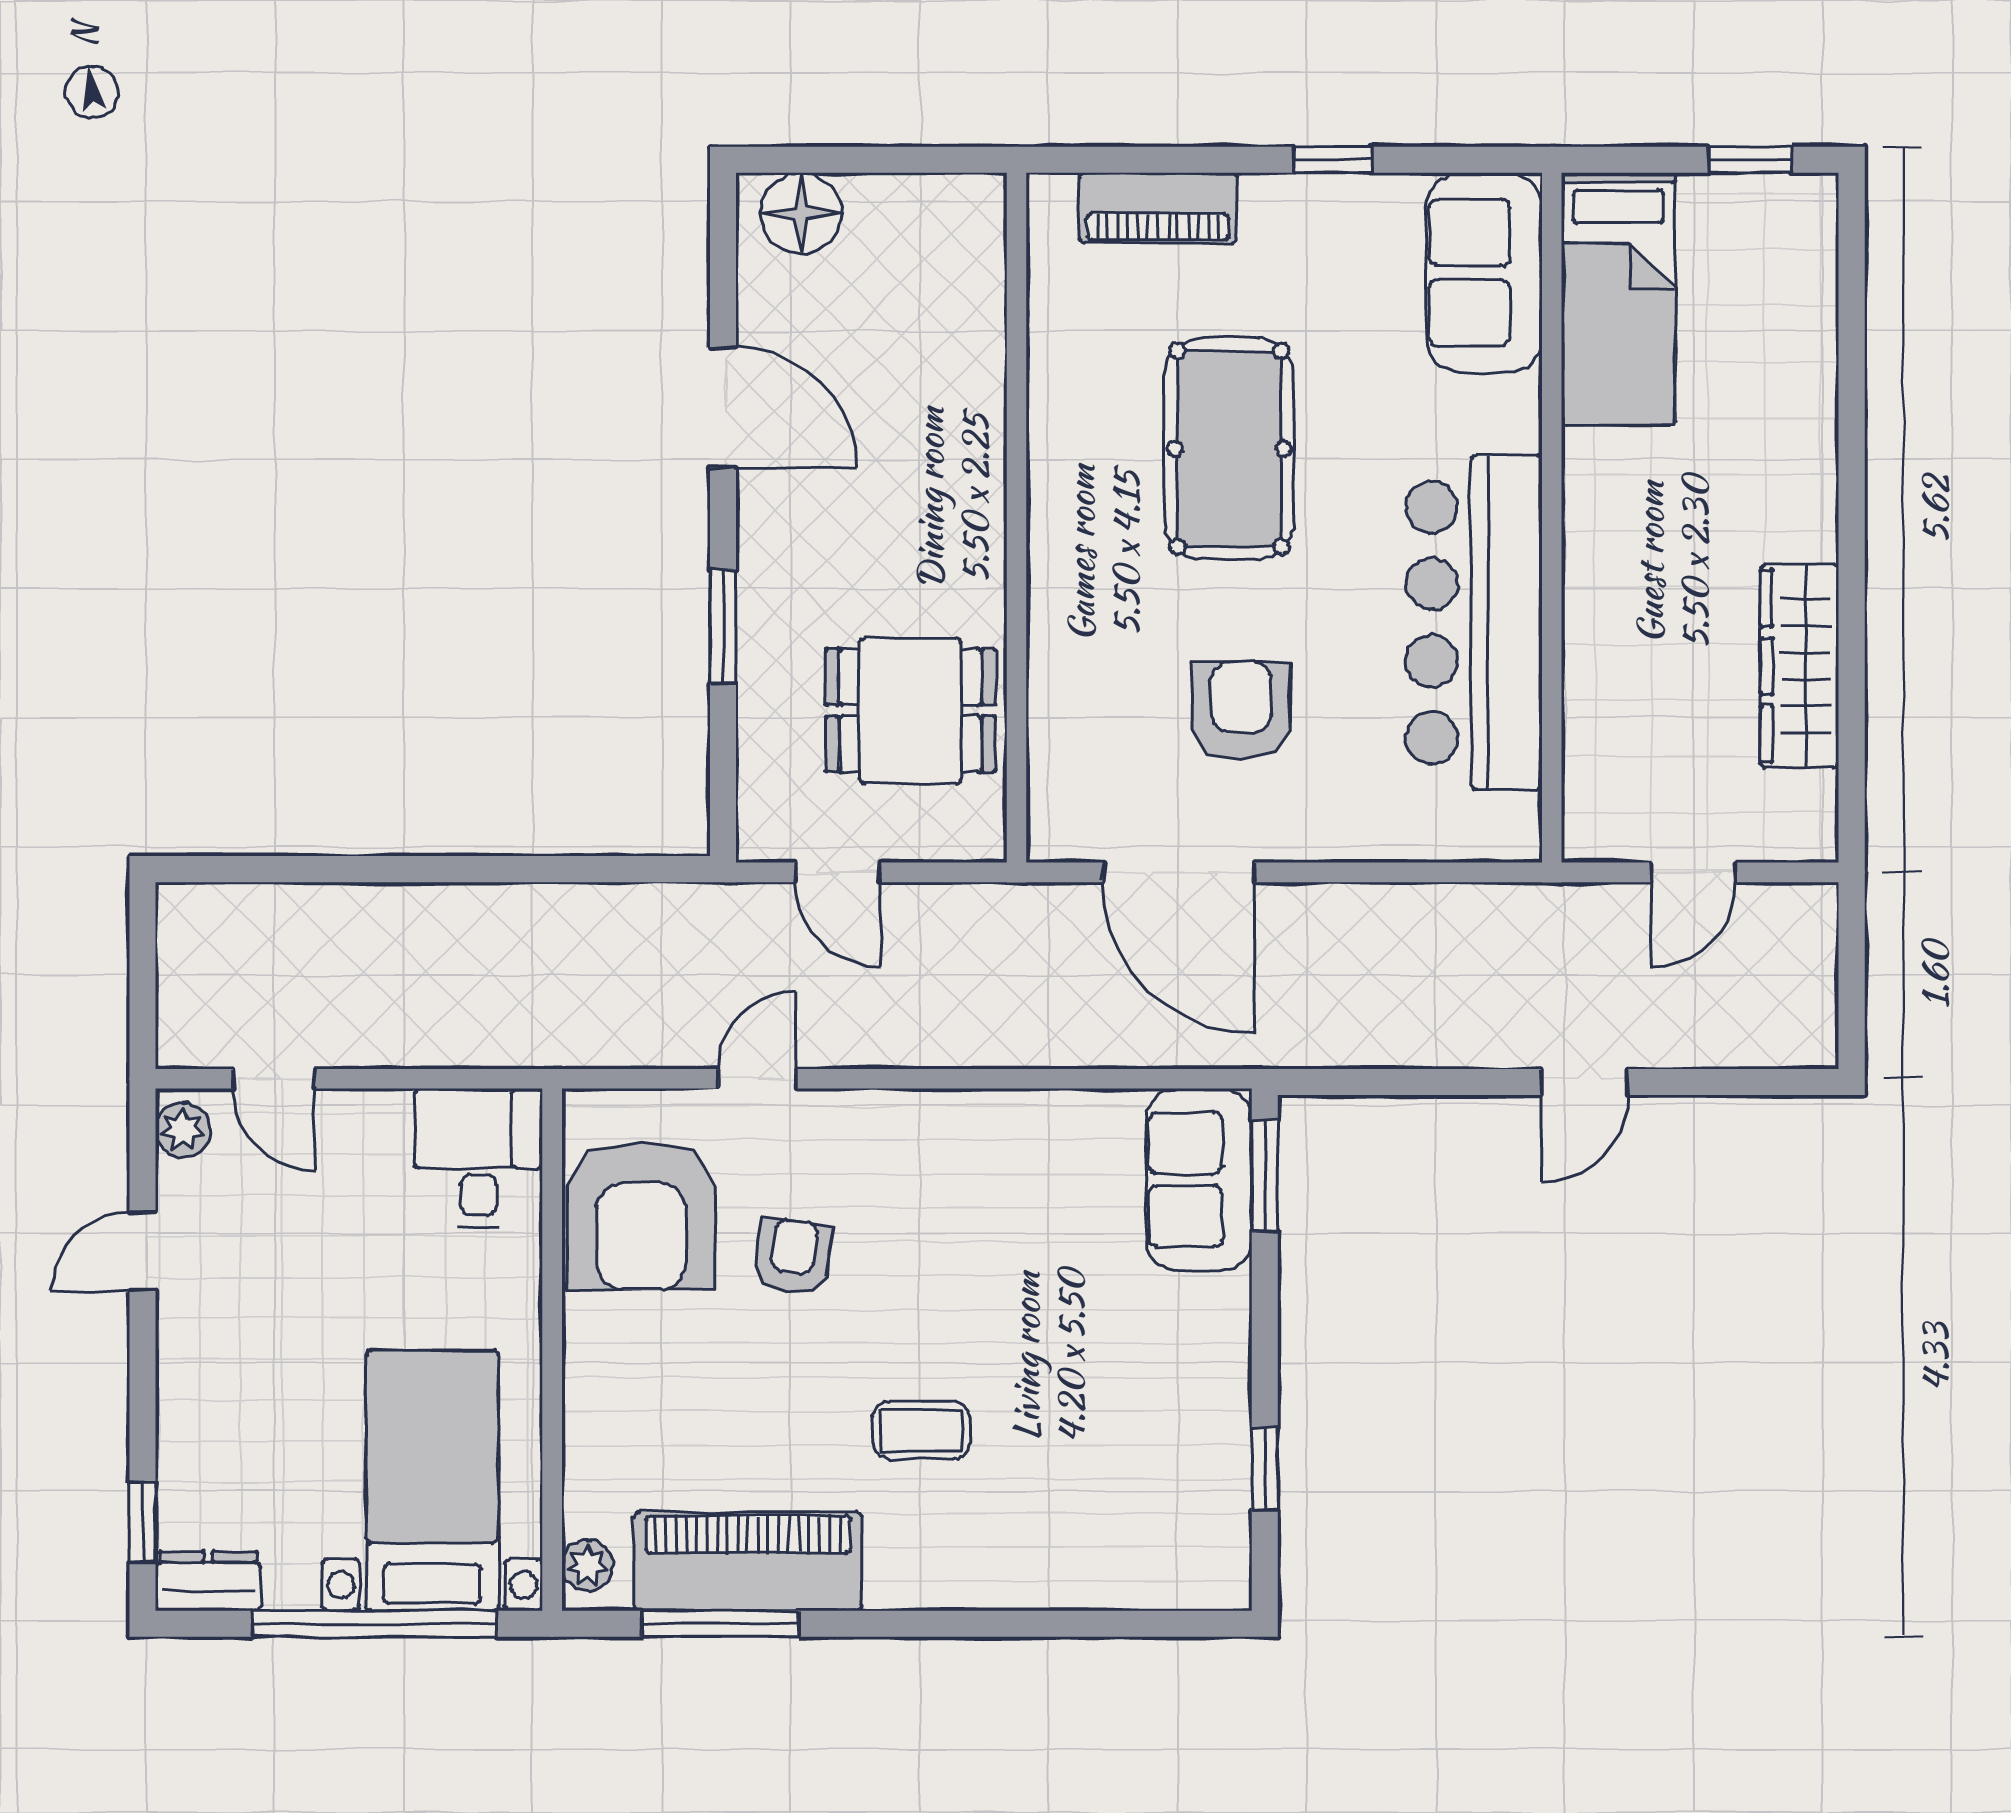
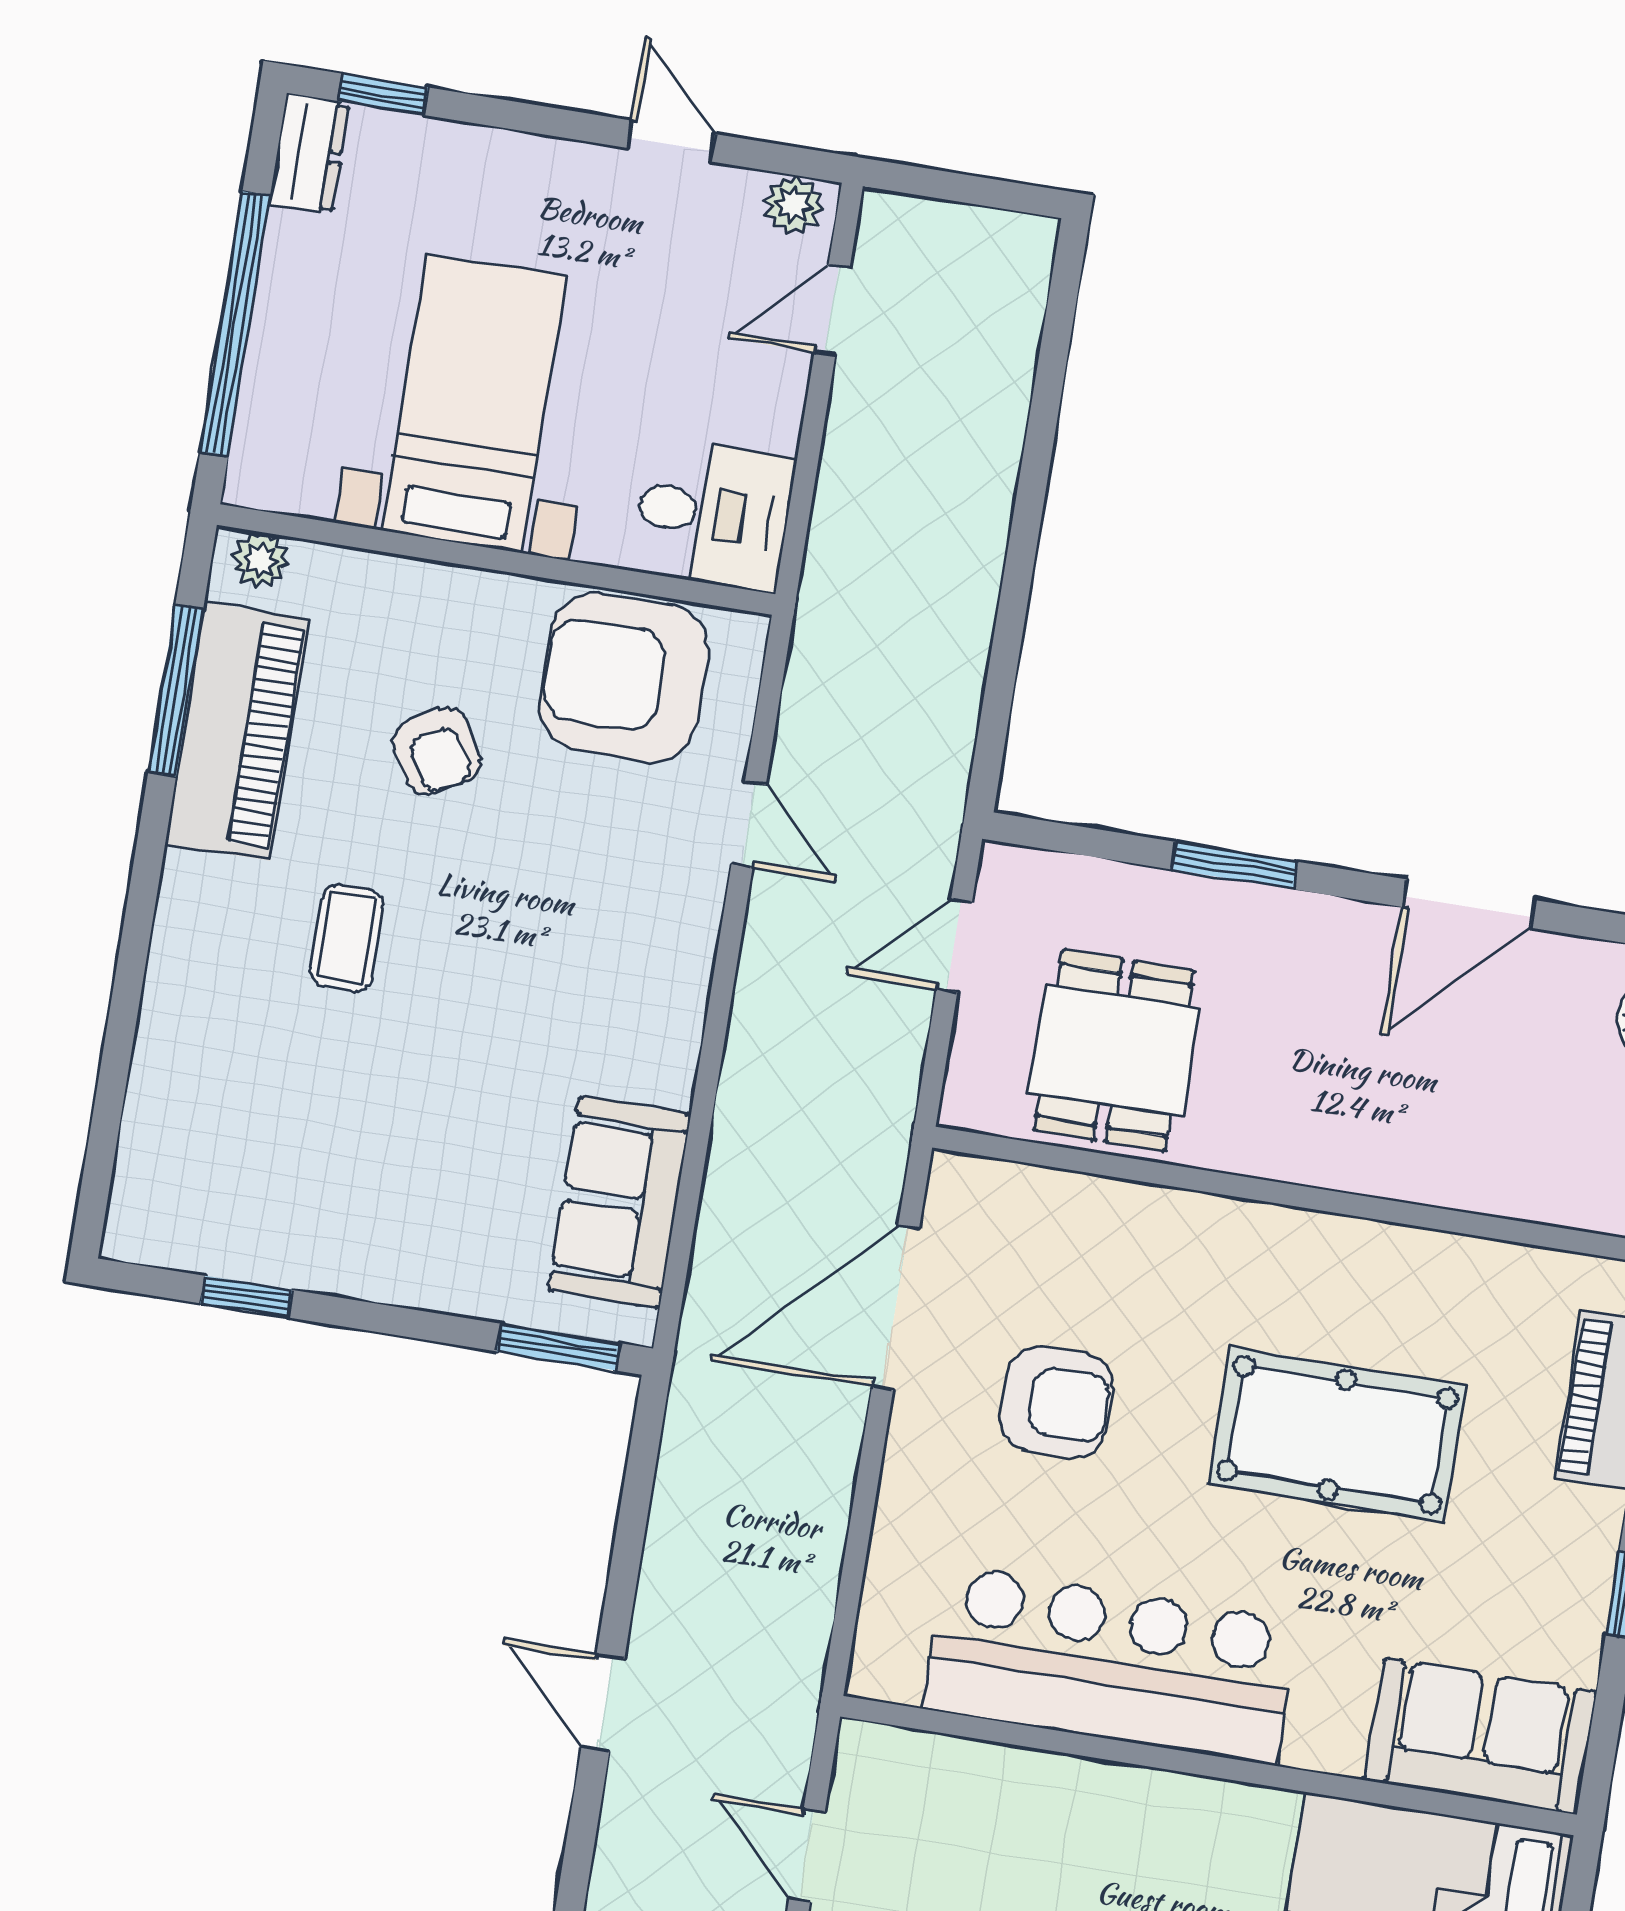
sofa: (1199, 1180) -> (619, 1202), moved, turned -90
armchair: (793, 1257) -> (437, 751), moved, turned 51
bed with nightstands: (432, 1481) -> (474, 403), moved, turned -90

